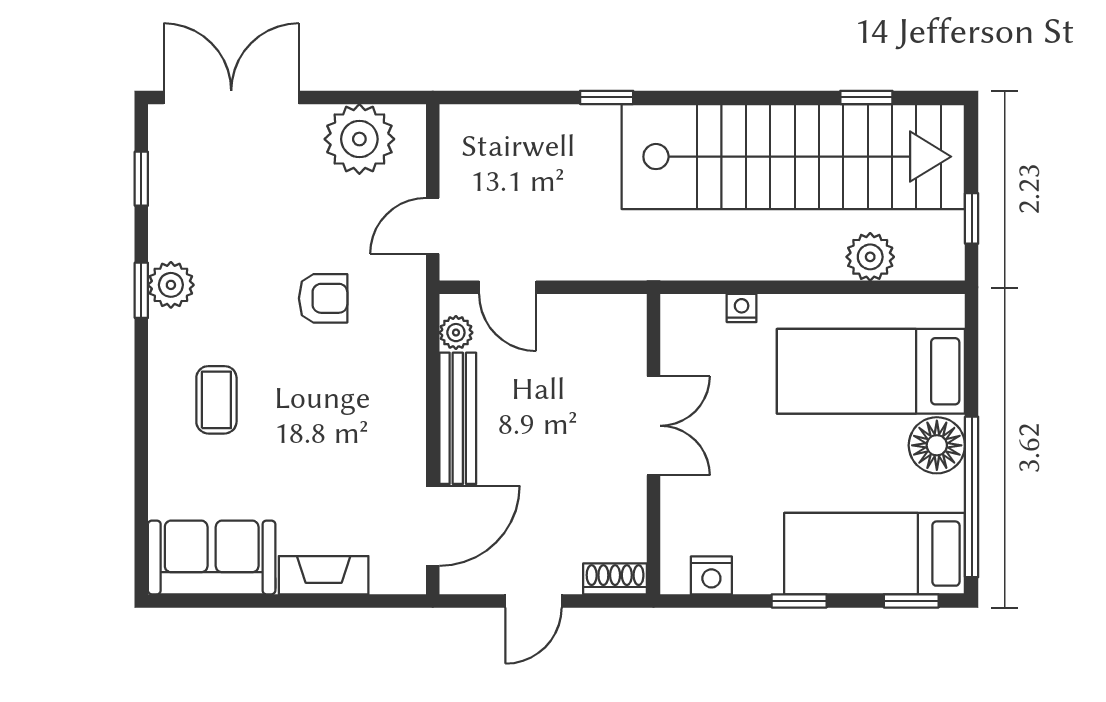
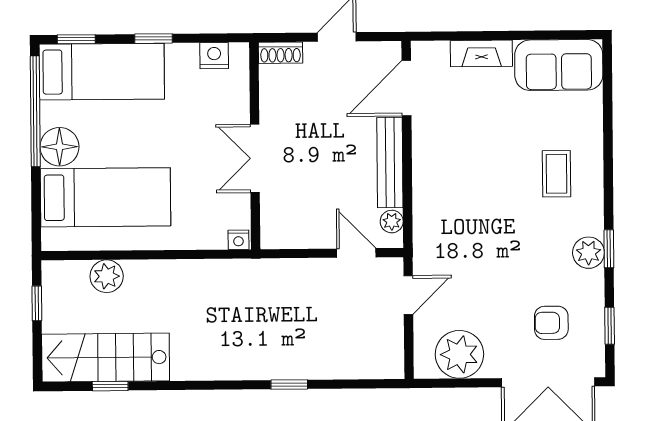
stairs: (793, 157) -> (106, 358), width x0.54, depth x0.66
armchair: (323, 298) -> (551, 323), moved
nightstand: (742, 308) -> (238, 240), moved

